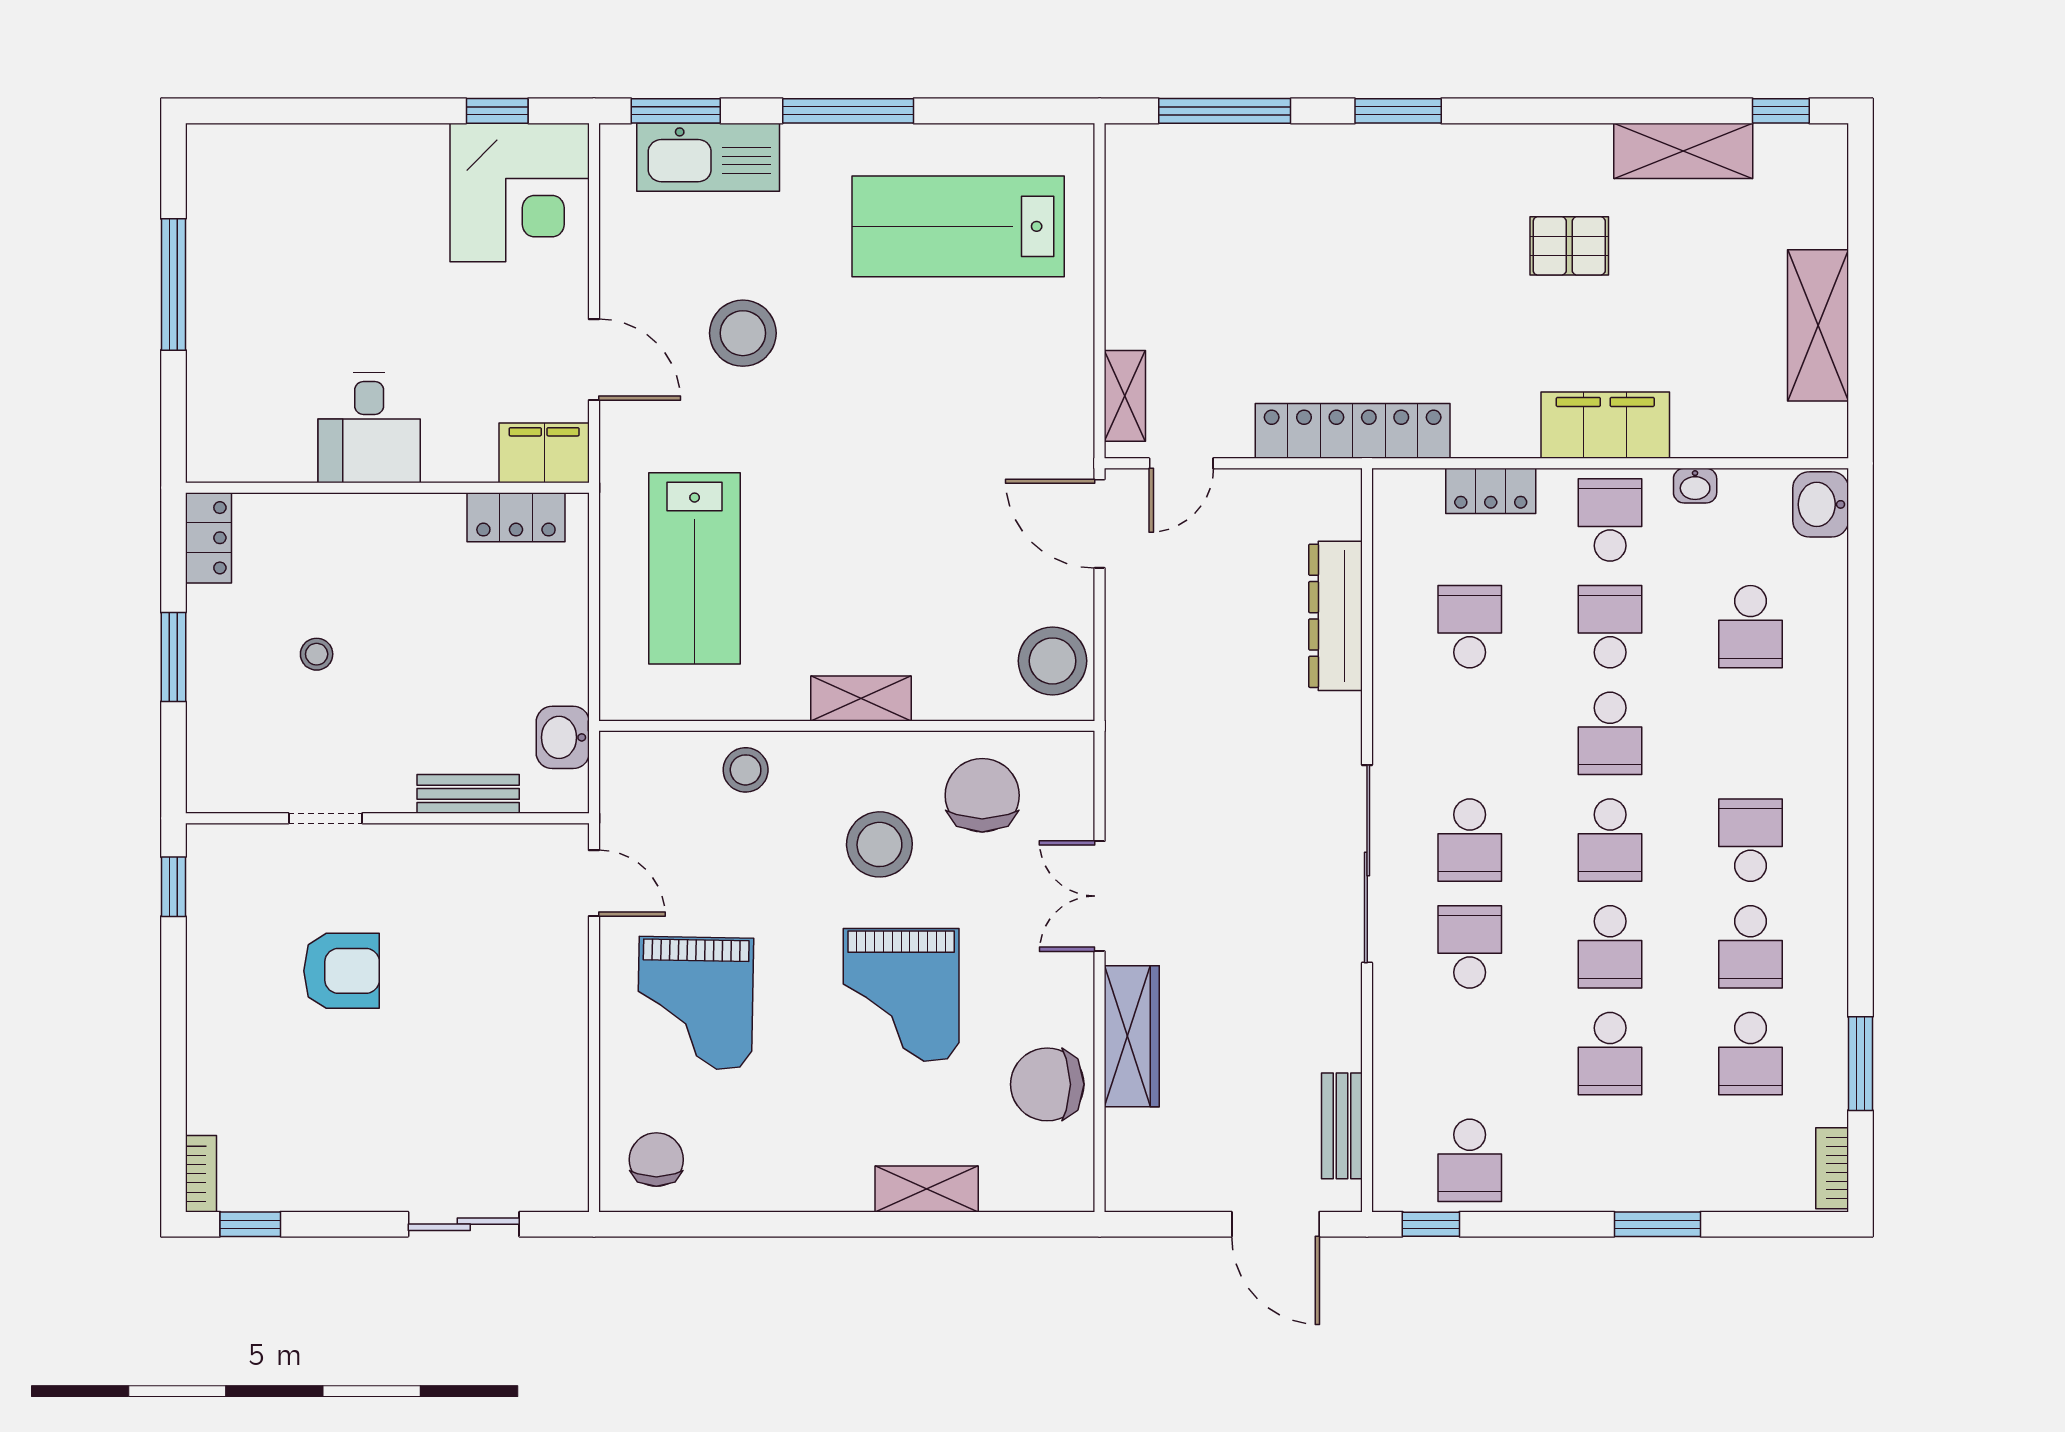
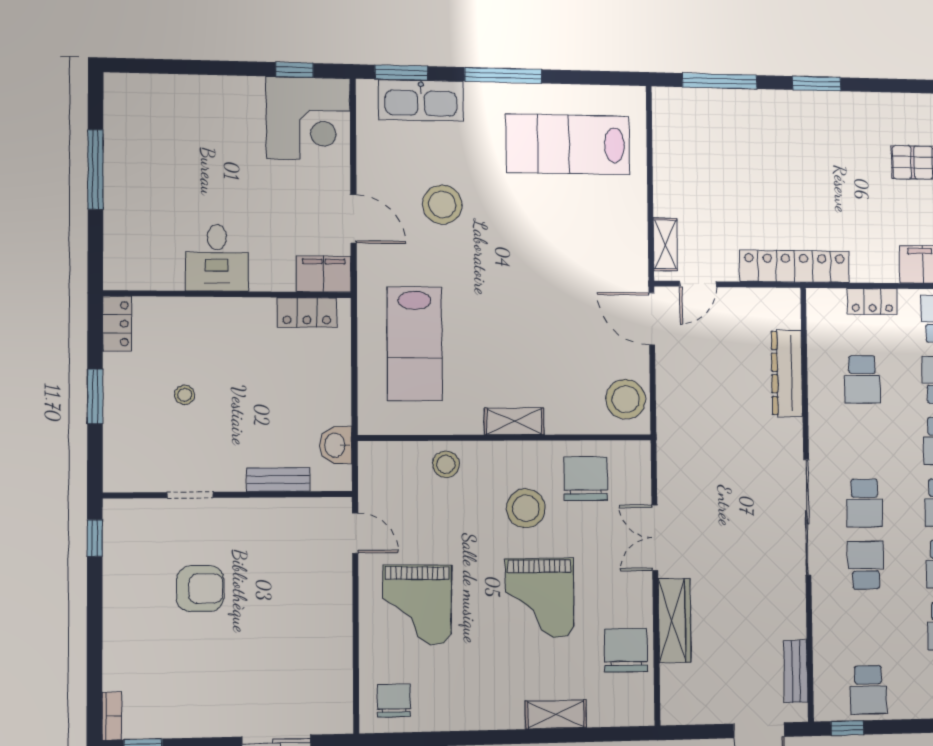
school desk: (1470, 627) -> (862, 379), turned 180
chair: (1047, 1084) -> (626, 650), turned 90

